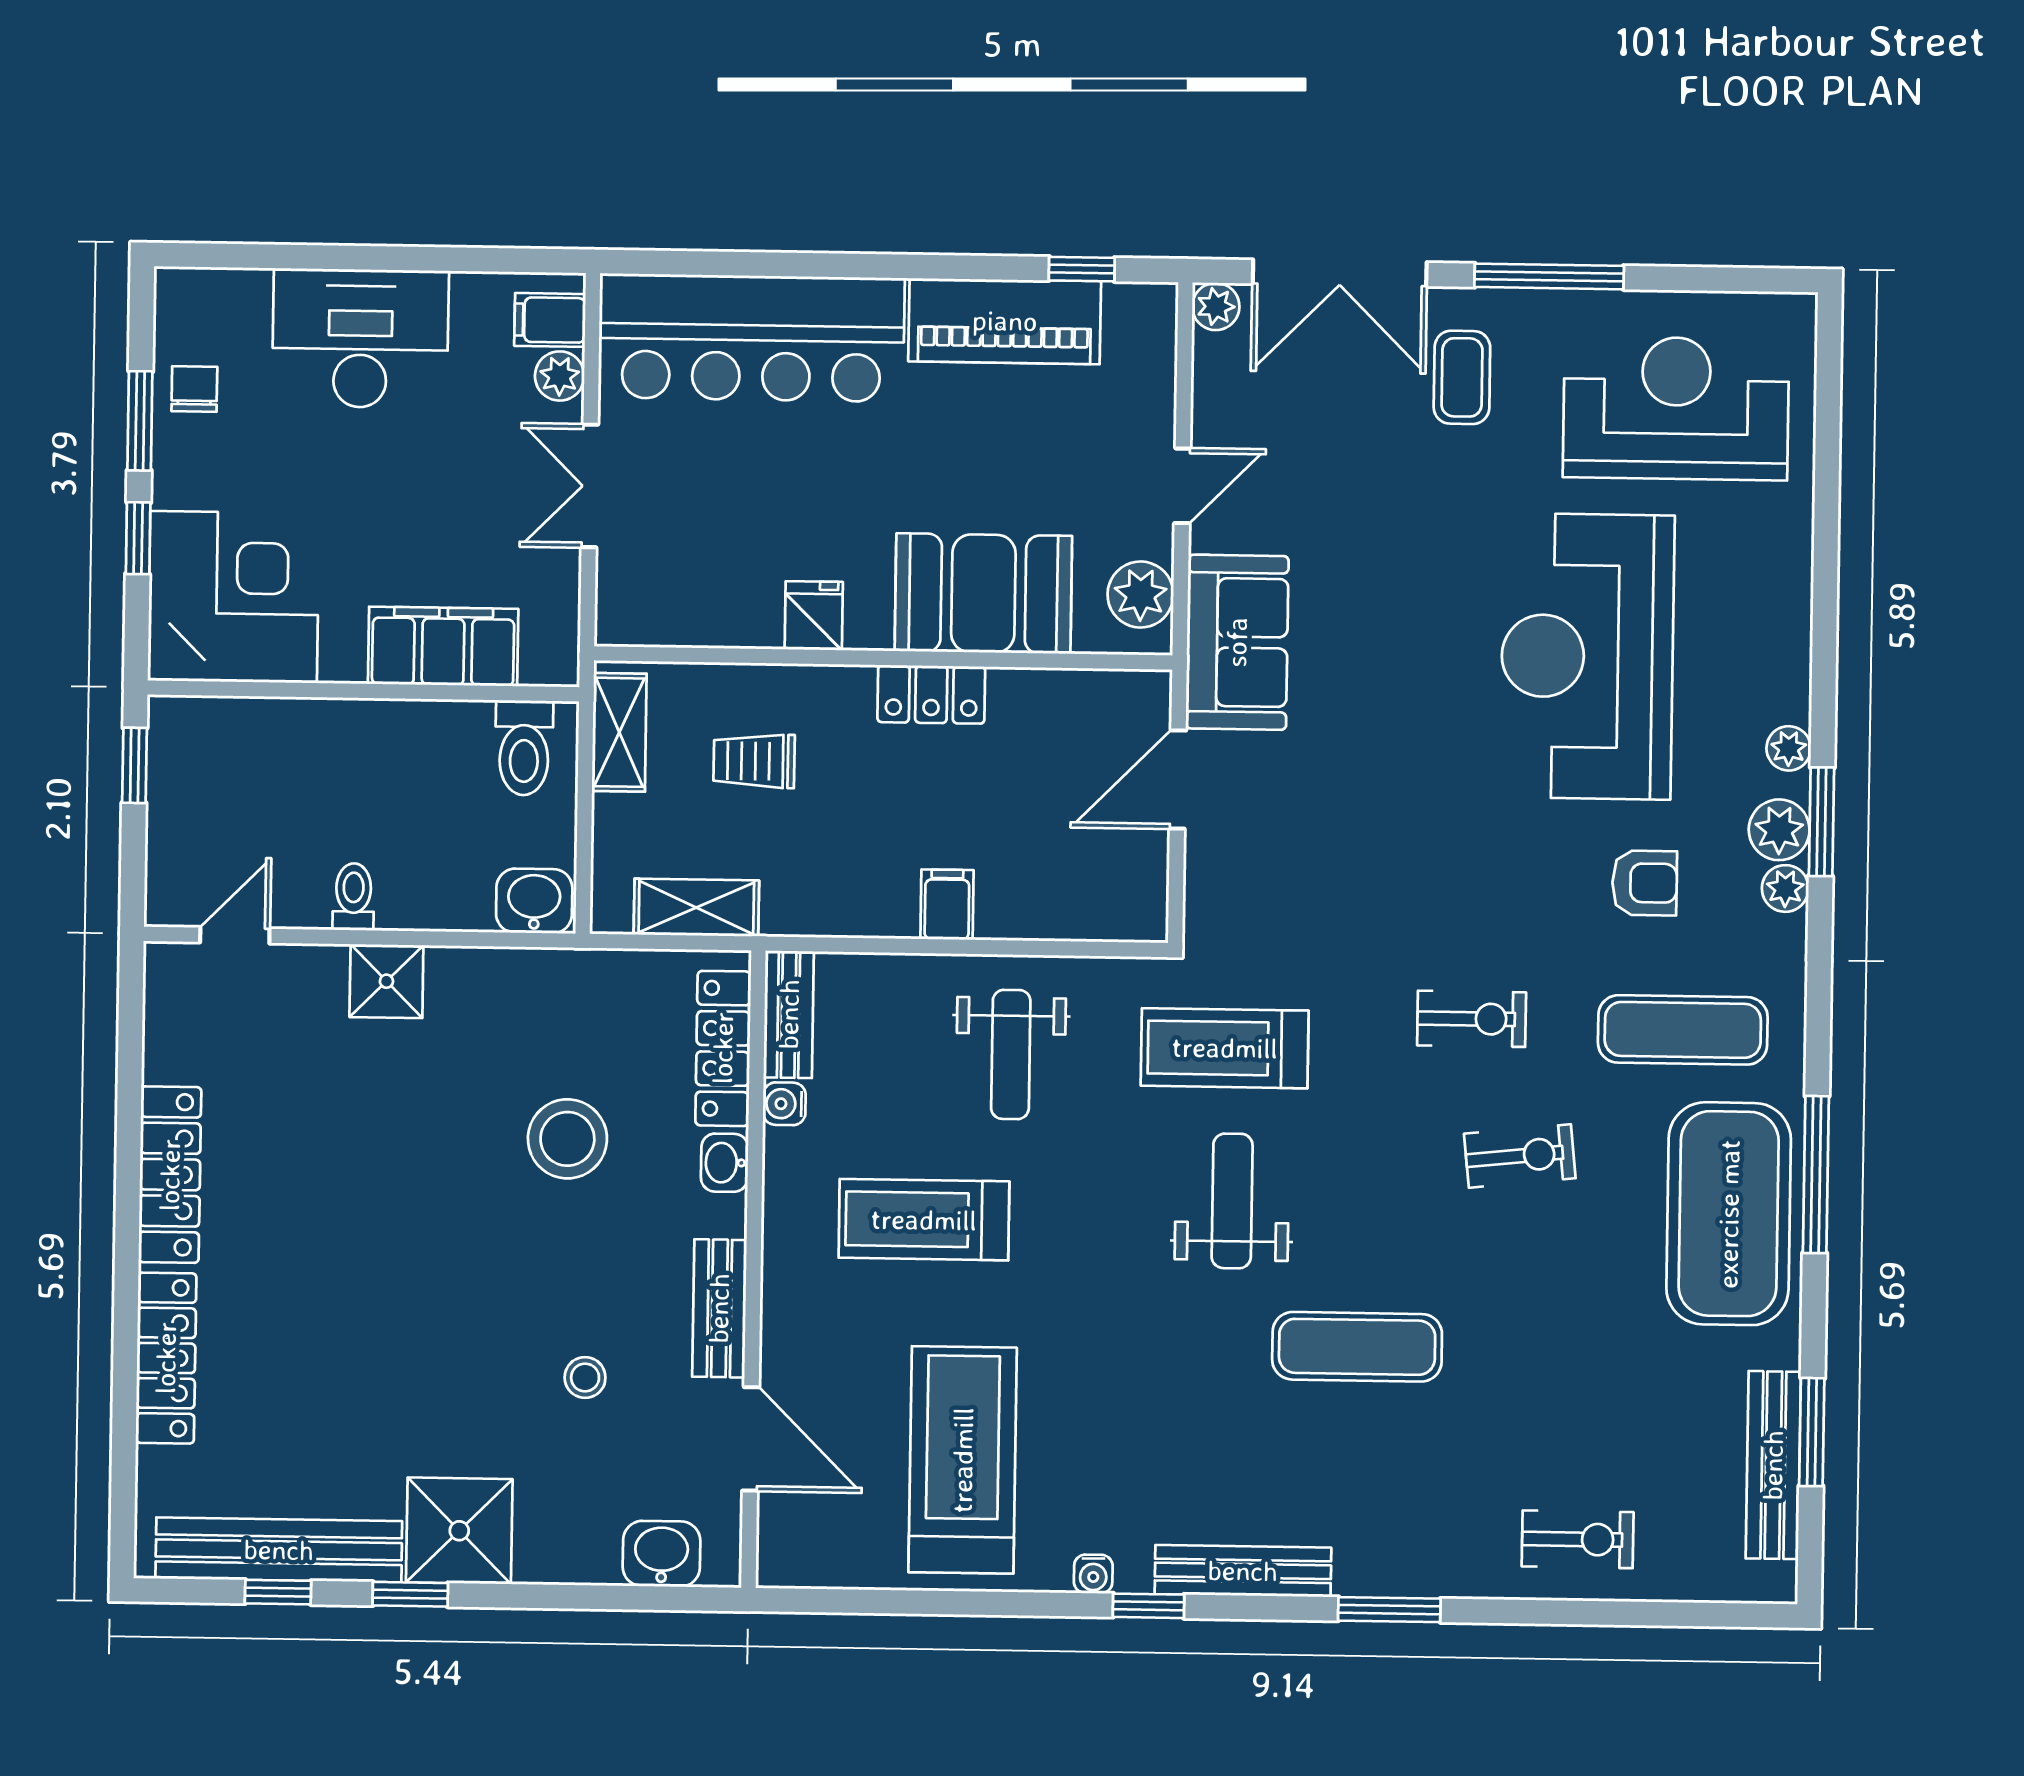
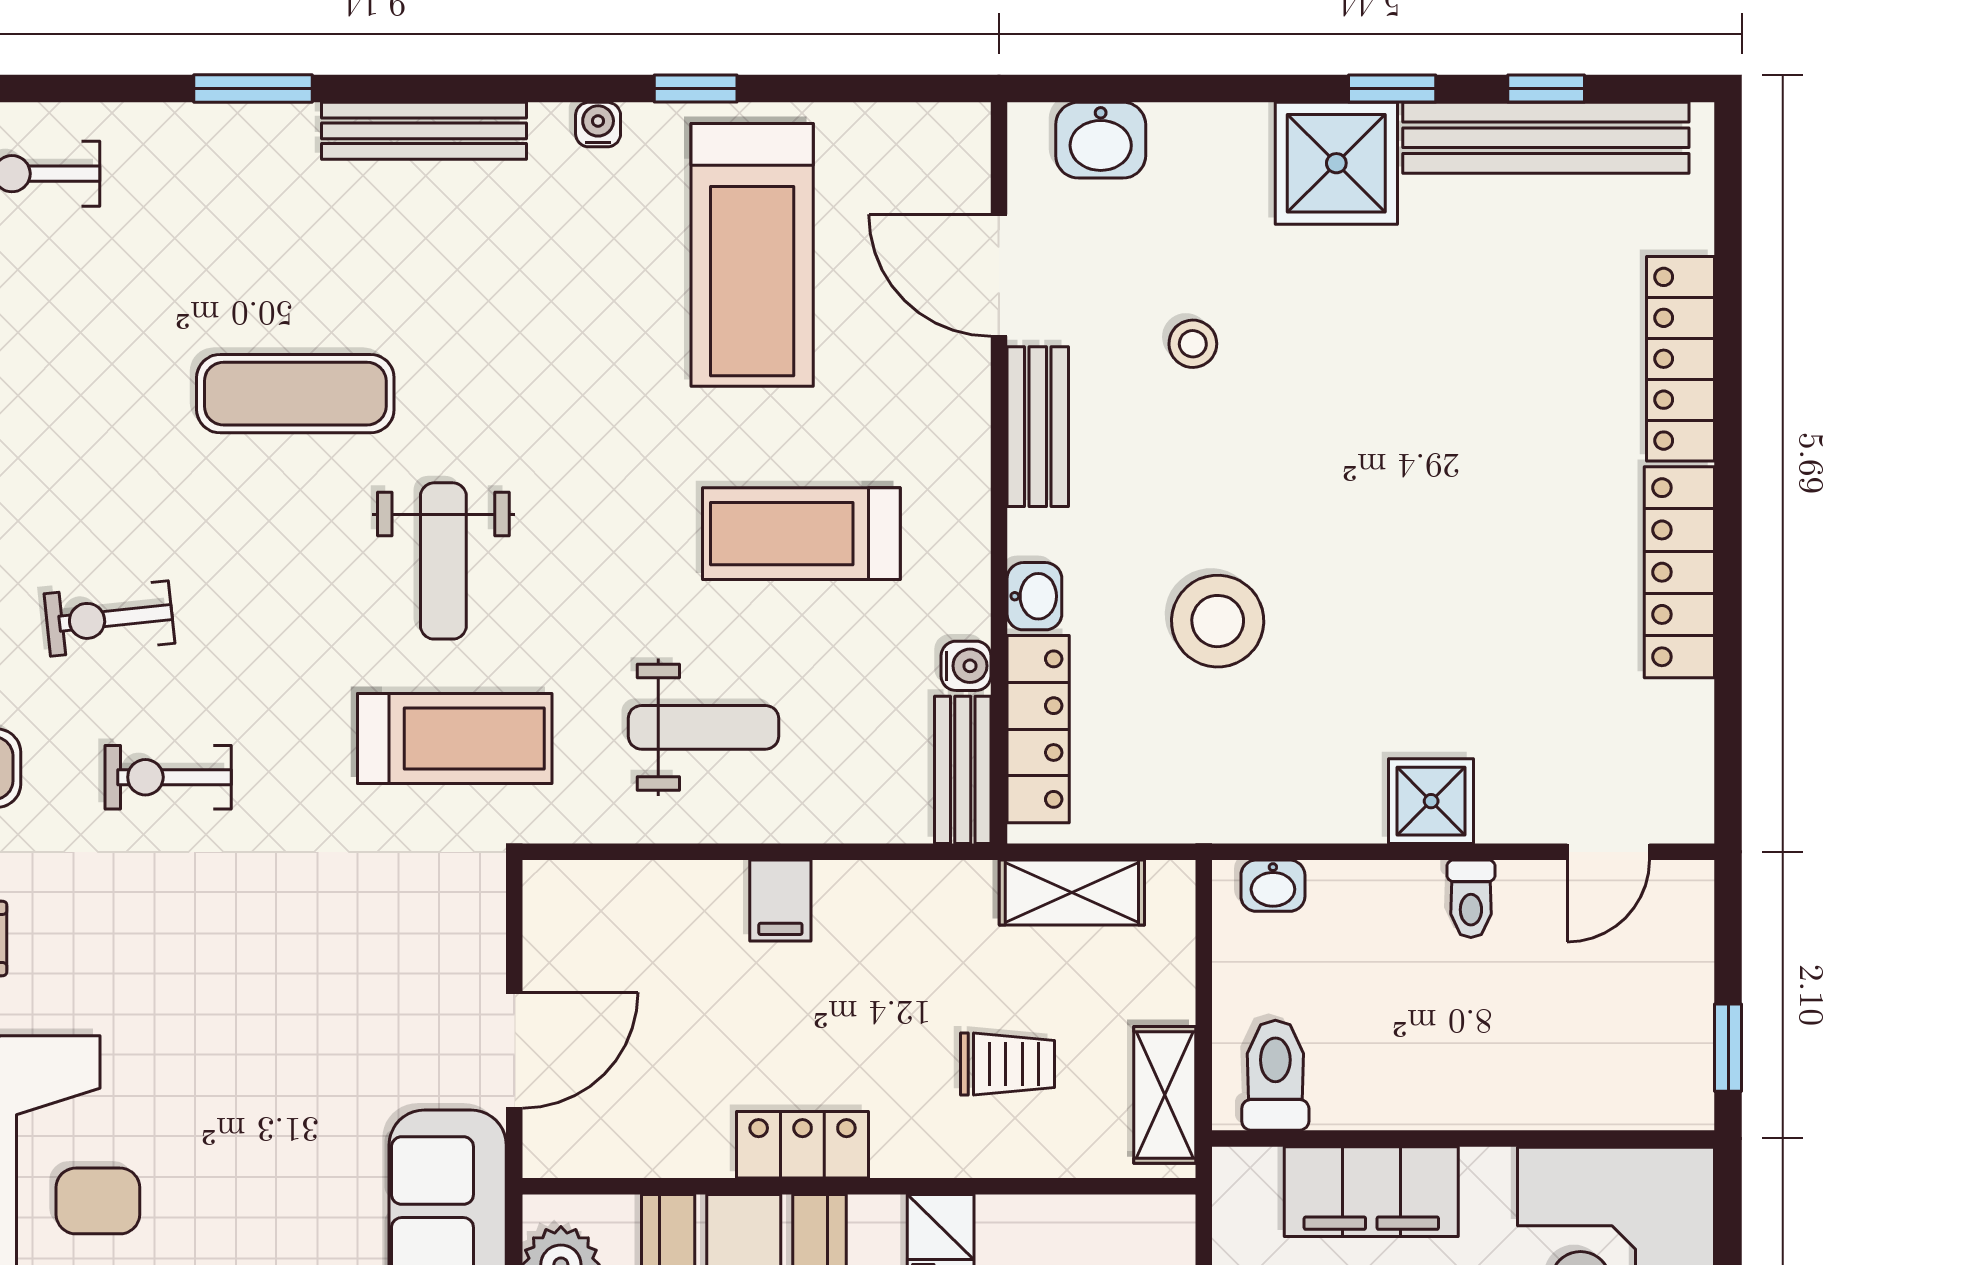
washbasin: (534, 901) -> (1273, 886), width x0.72, depth x0.69
weight bench: (1011, 1054) -> (703, 727), turned 90
treadmill: (924, 1220) -> (801, 534), turned 180
window: (1148, 1606) -> (696, 88), moved

